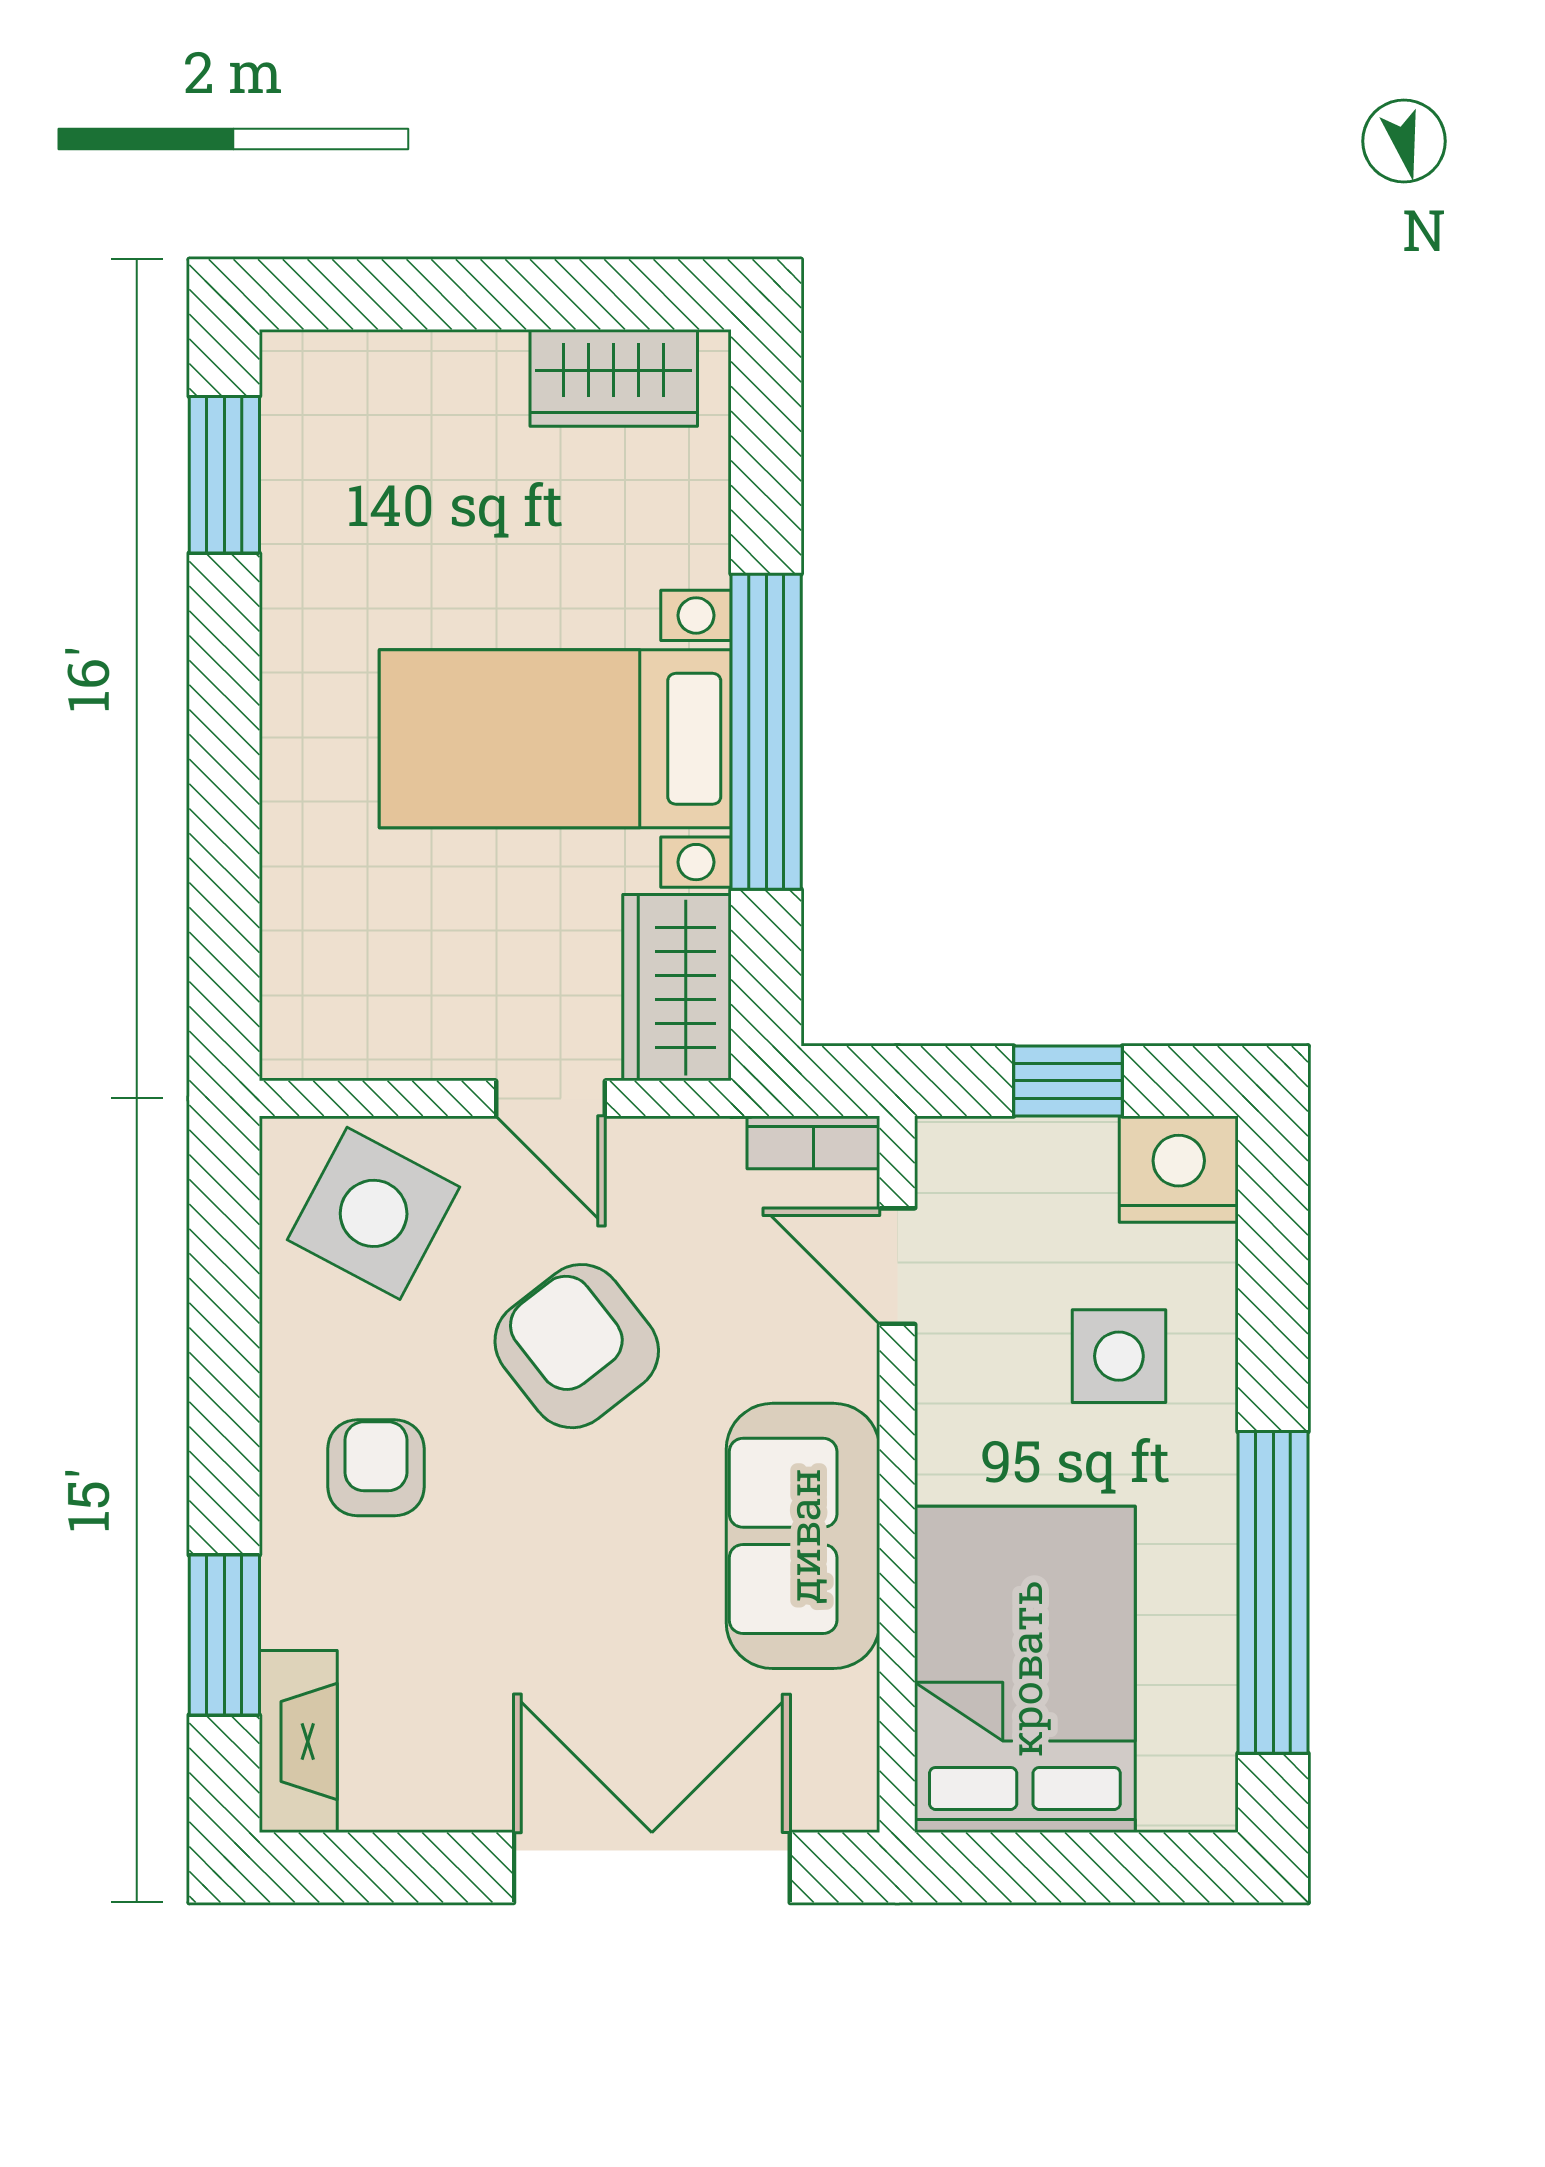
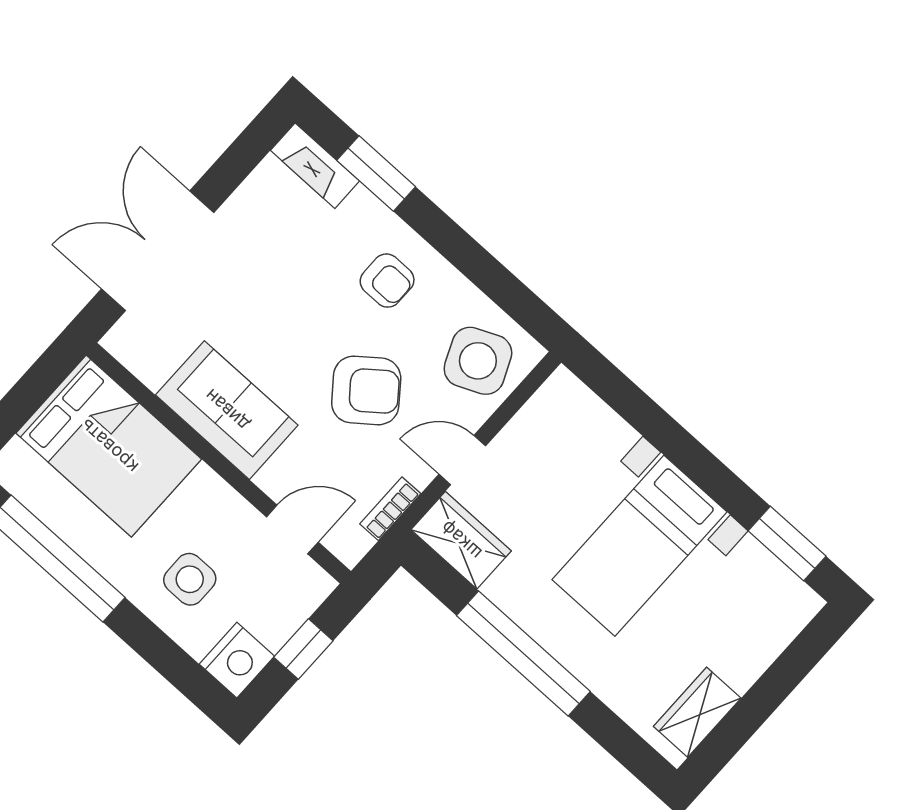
bed with nightstands: (555, 739) -> (639, 546), moved, turned 180
bookcase: (813, 1142) -> (390, 509), moved
side table: (374, 1213) -> (478, 361), turned 38
double door: (652, 1867) -> (158, 251), swing flipped

